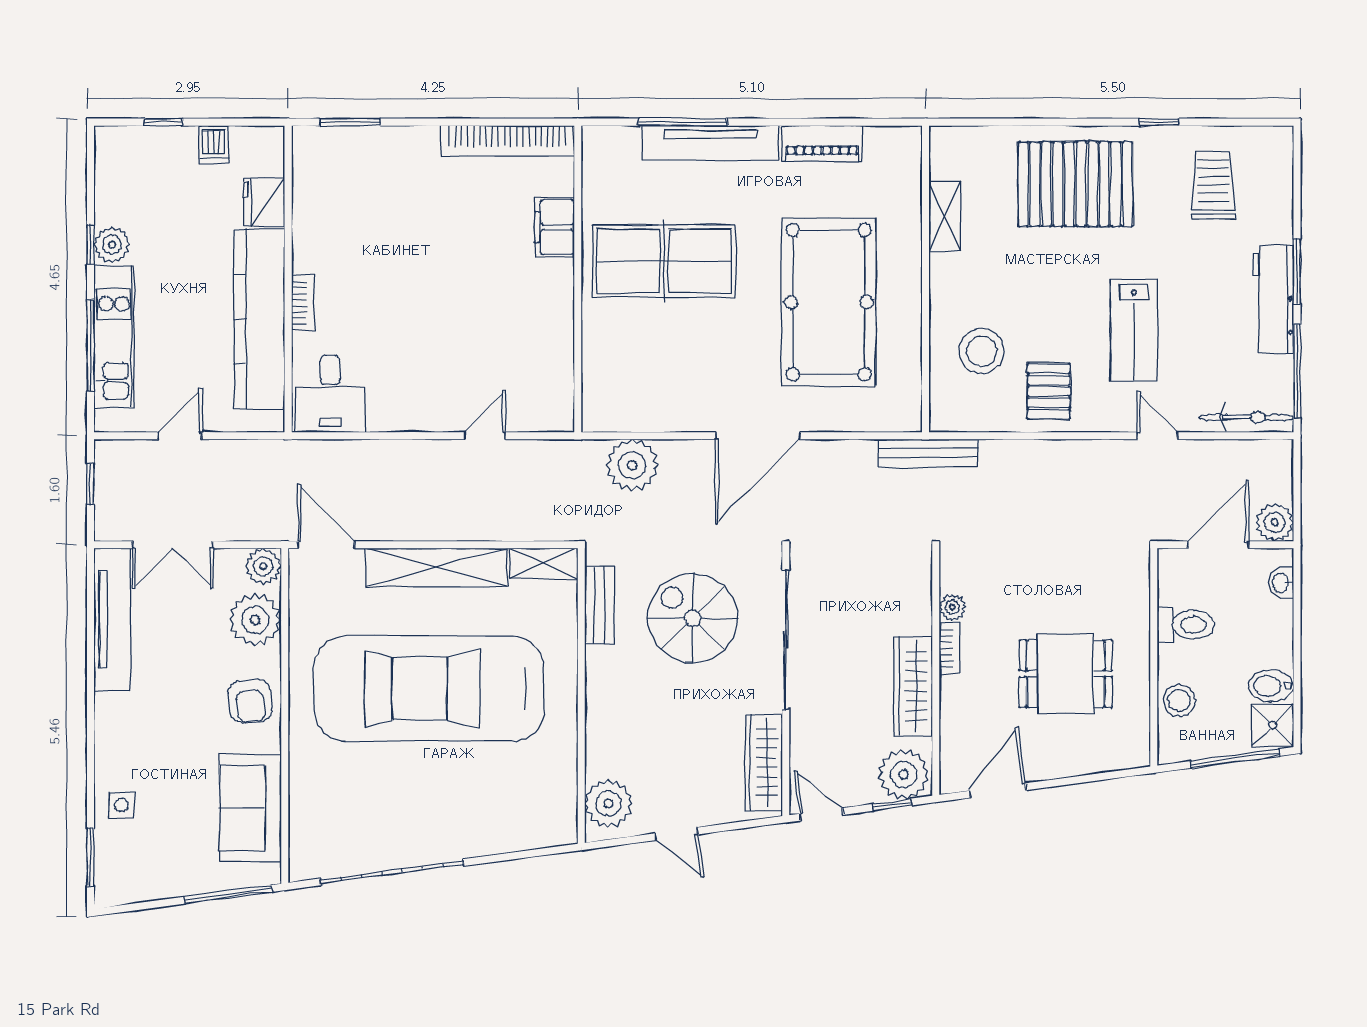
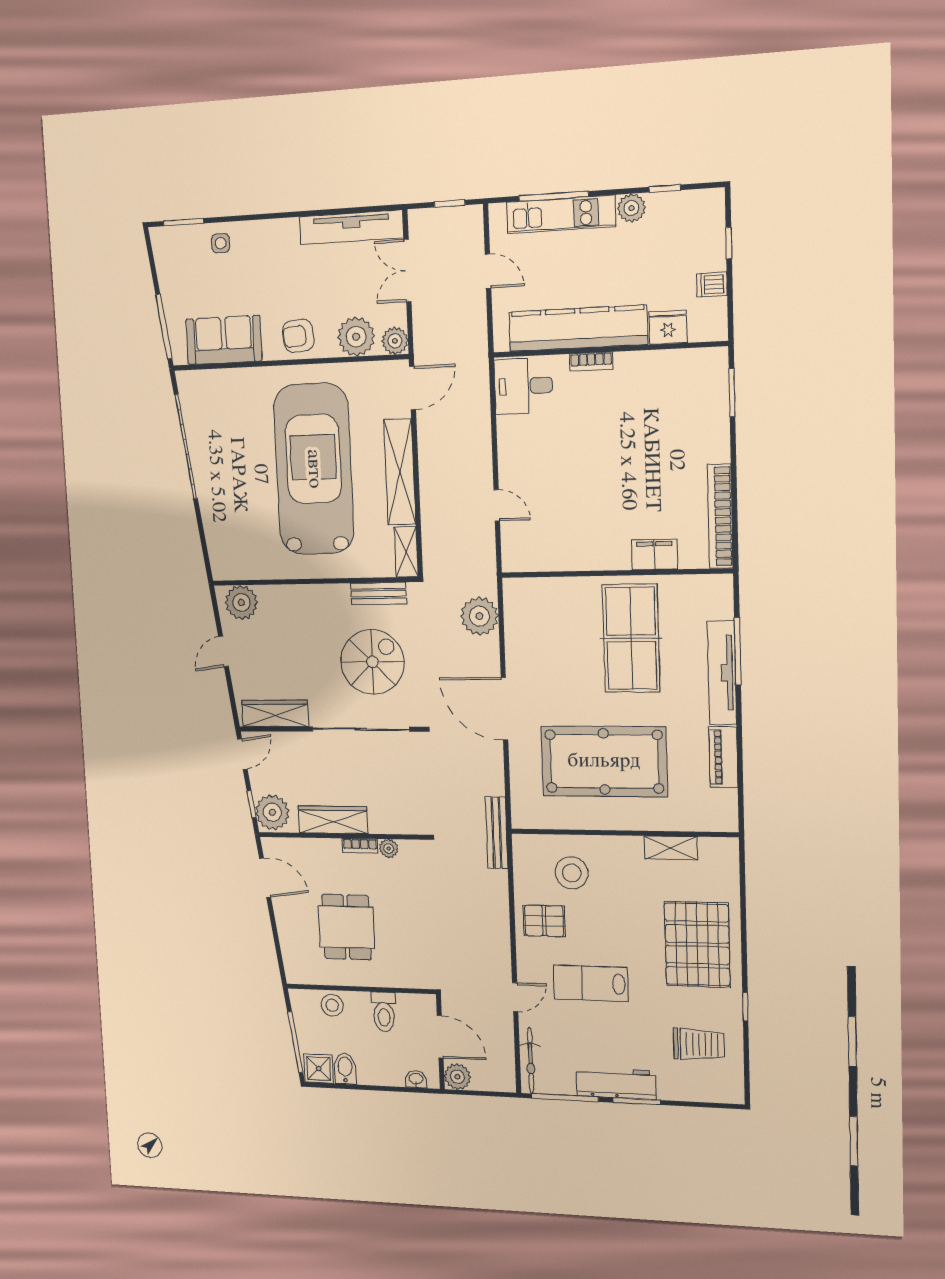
window: (90, 245) -> (665, 188), moved

